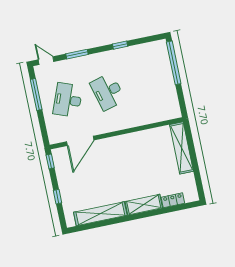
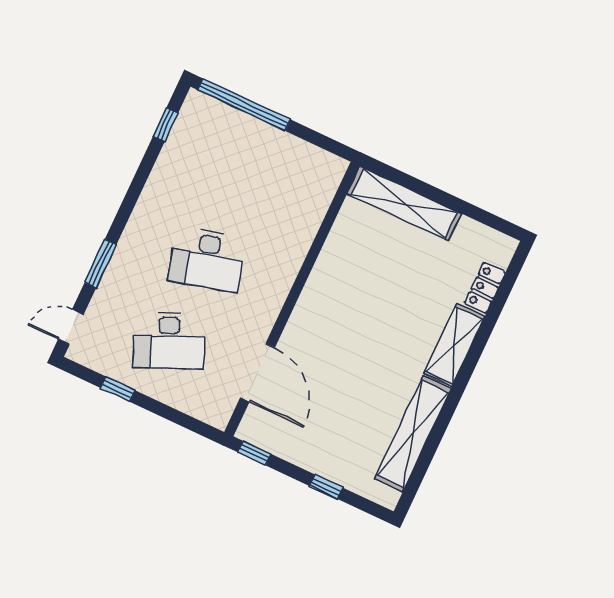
window: (120, 45) -> (166, 125), moved
window: (36, 94) -> (118, 389), width x0.46
desk: (68, 100) -> (169, 341), turned -45

